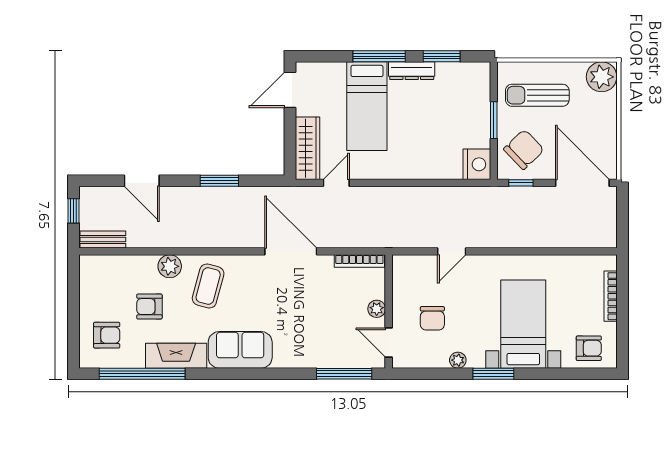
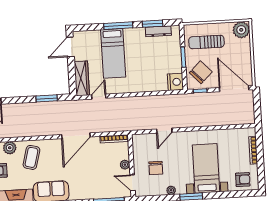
dresser: (412, 71) -> (158, 31), moved
window: (219, 181) -> (47, 98), moved
door: (291, 251) -> (76, 136), swing flipped

